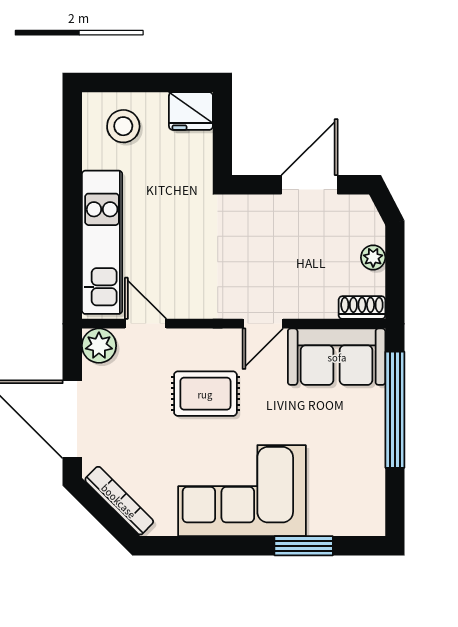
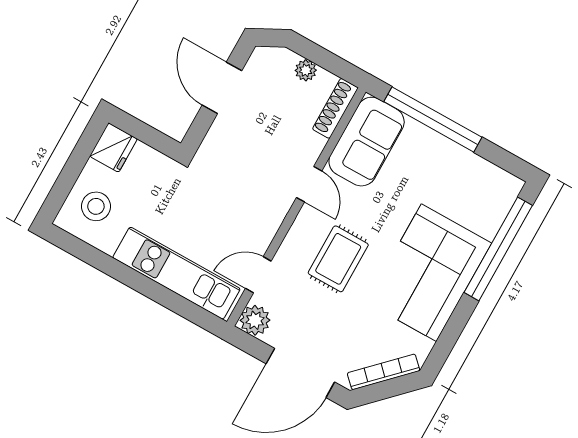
shoe rack: (362, 308) -> (335, 108), width x1.43
window: (304, 546) -> (498, 249), width x2.11

